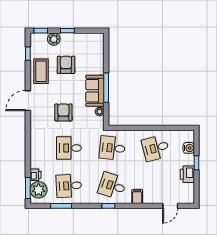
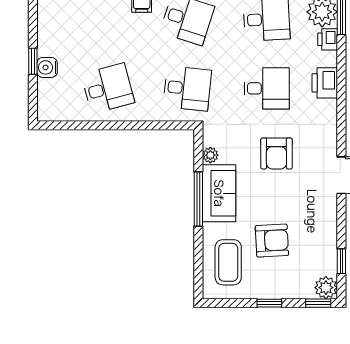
plant: (54, 39) -> (326, 288), moved
armchair: (66, 65) -> (272, 241), turned -93
coffee table: (41, 71) -> (228, 262), moved
water cooler: (189, 148) -> (47, 67), moved
printer: (187, 174) -> (325, 83), moved, turned 180

